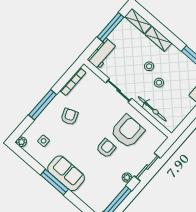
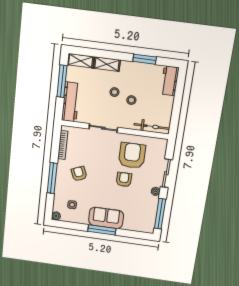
workbench: (102, 54) -> (71, 102), width x1.38
bicycle: (152, 109) -> (152, 126), moved

